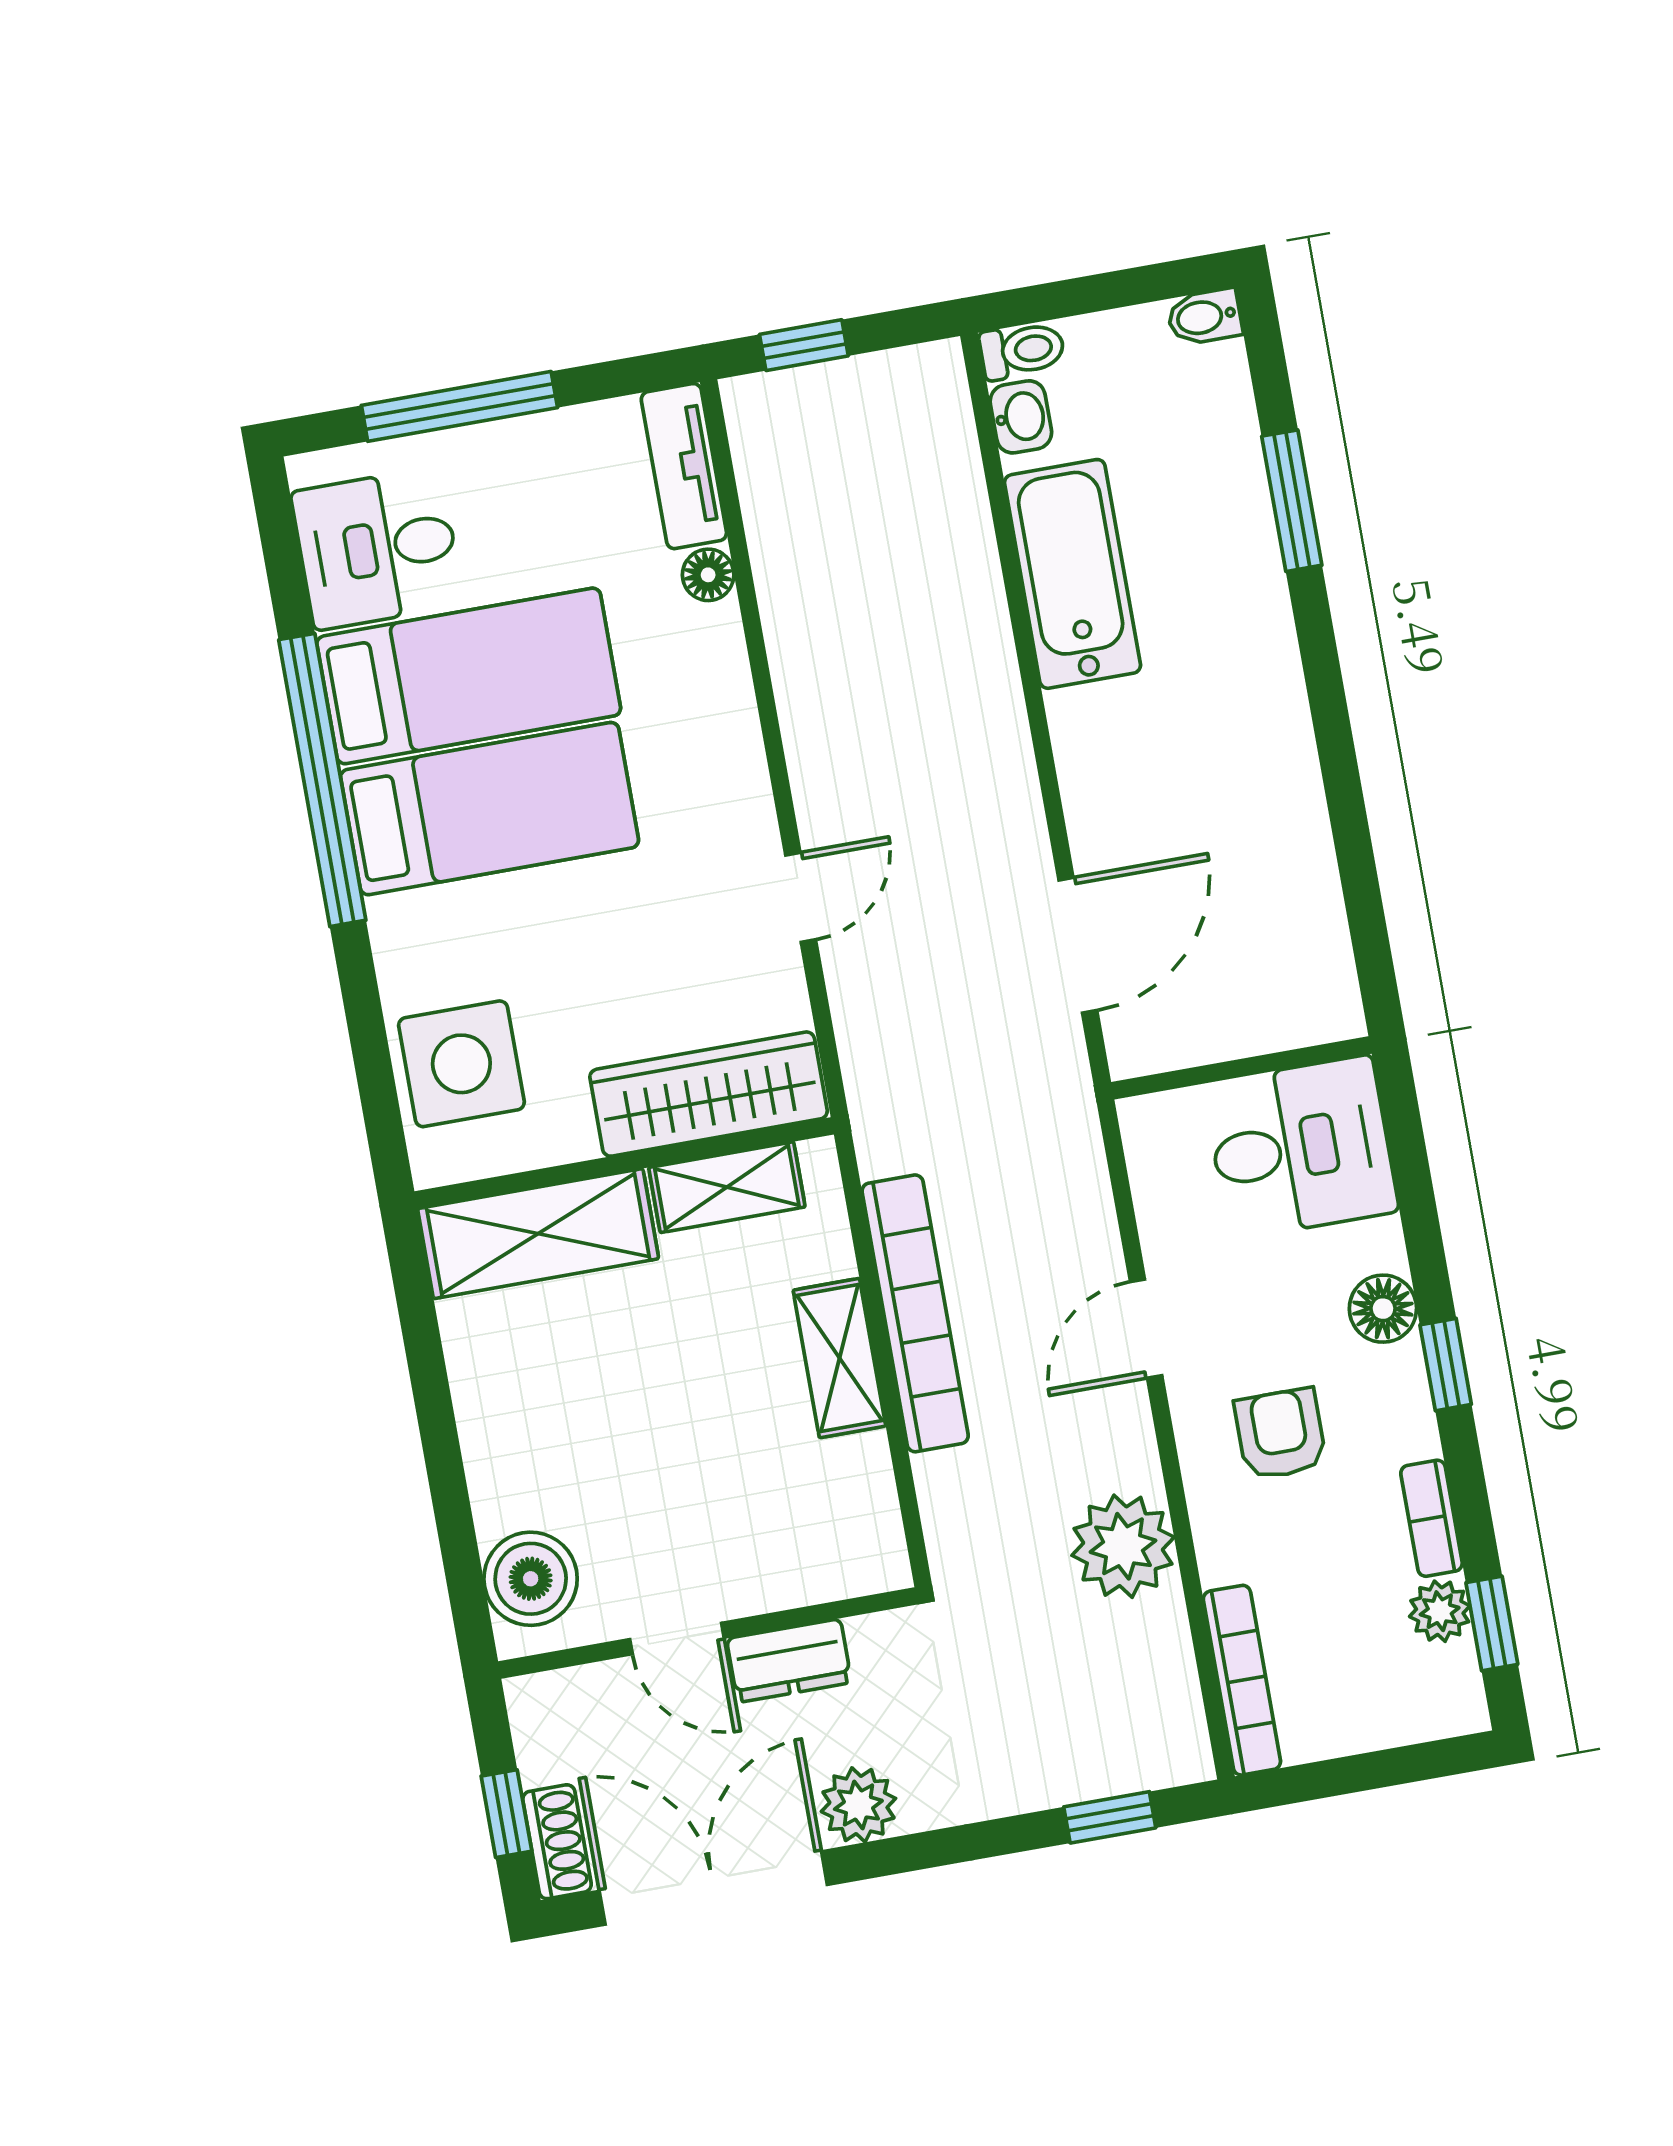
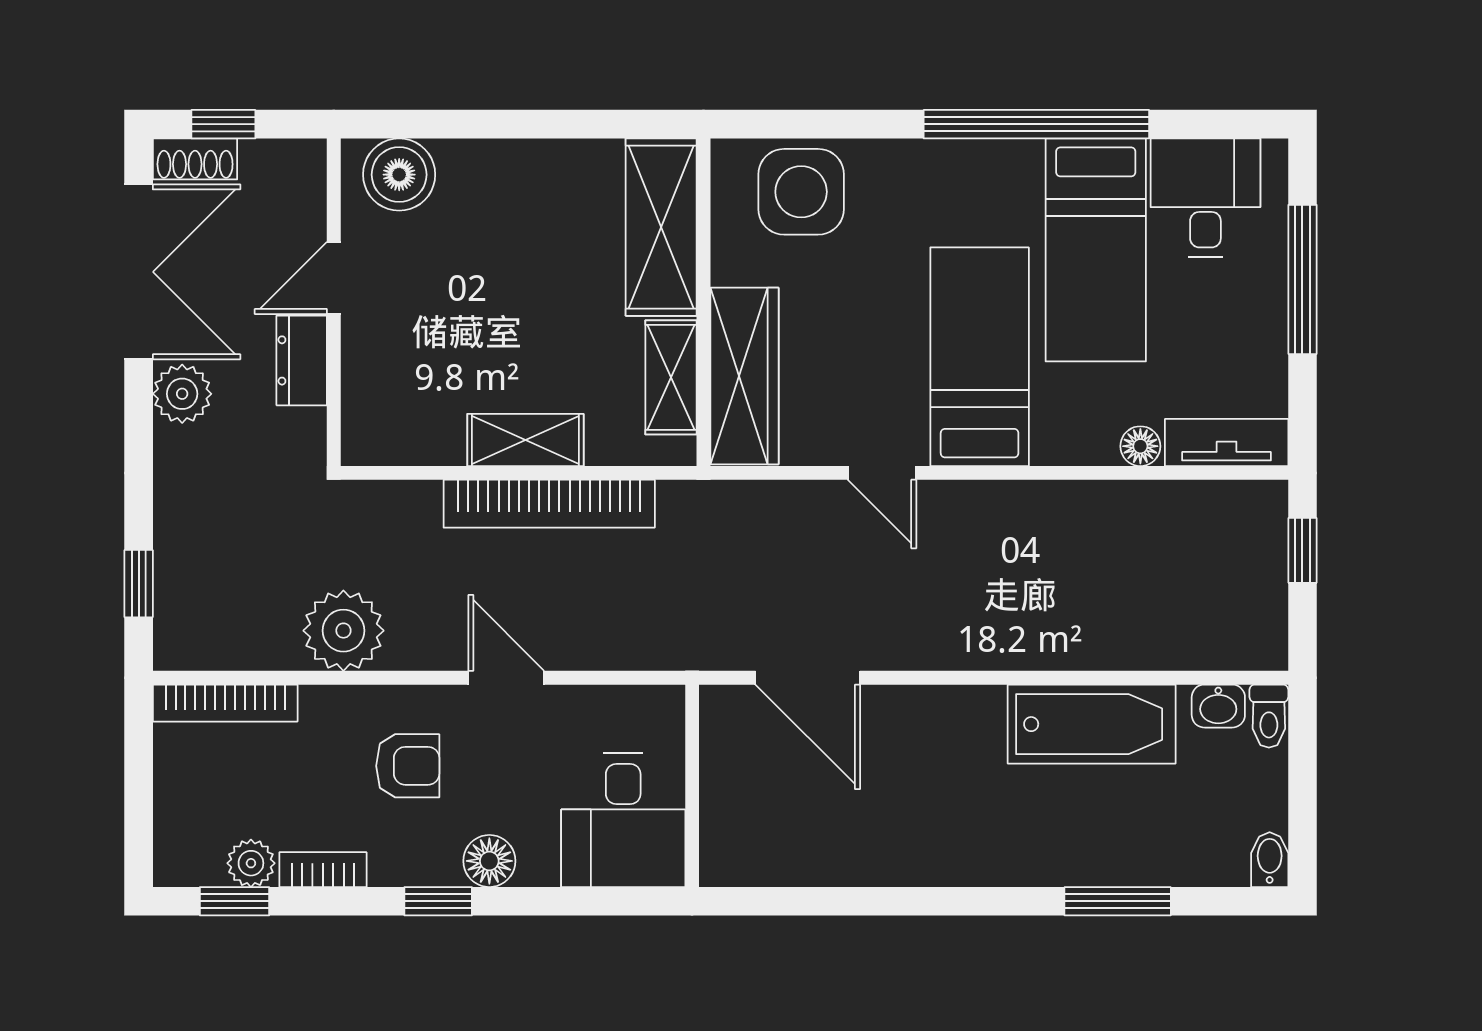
bed: (490, 809) -> (980, 357), moved, turned 180

